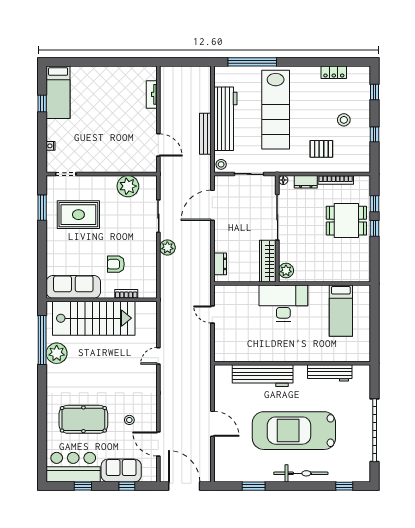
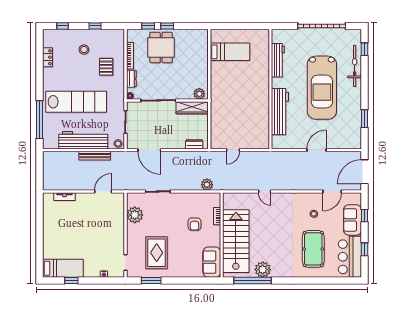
plant: (167, 247) -> (207, 185), moved
sofa: (73, 287) -> (212, 262), width x0.73
desk: (283, 303) -> (224, 96), removed
bicycle: (301, 473) -> (355, 66), moved

